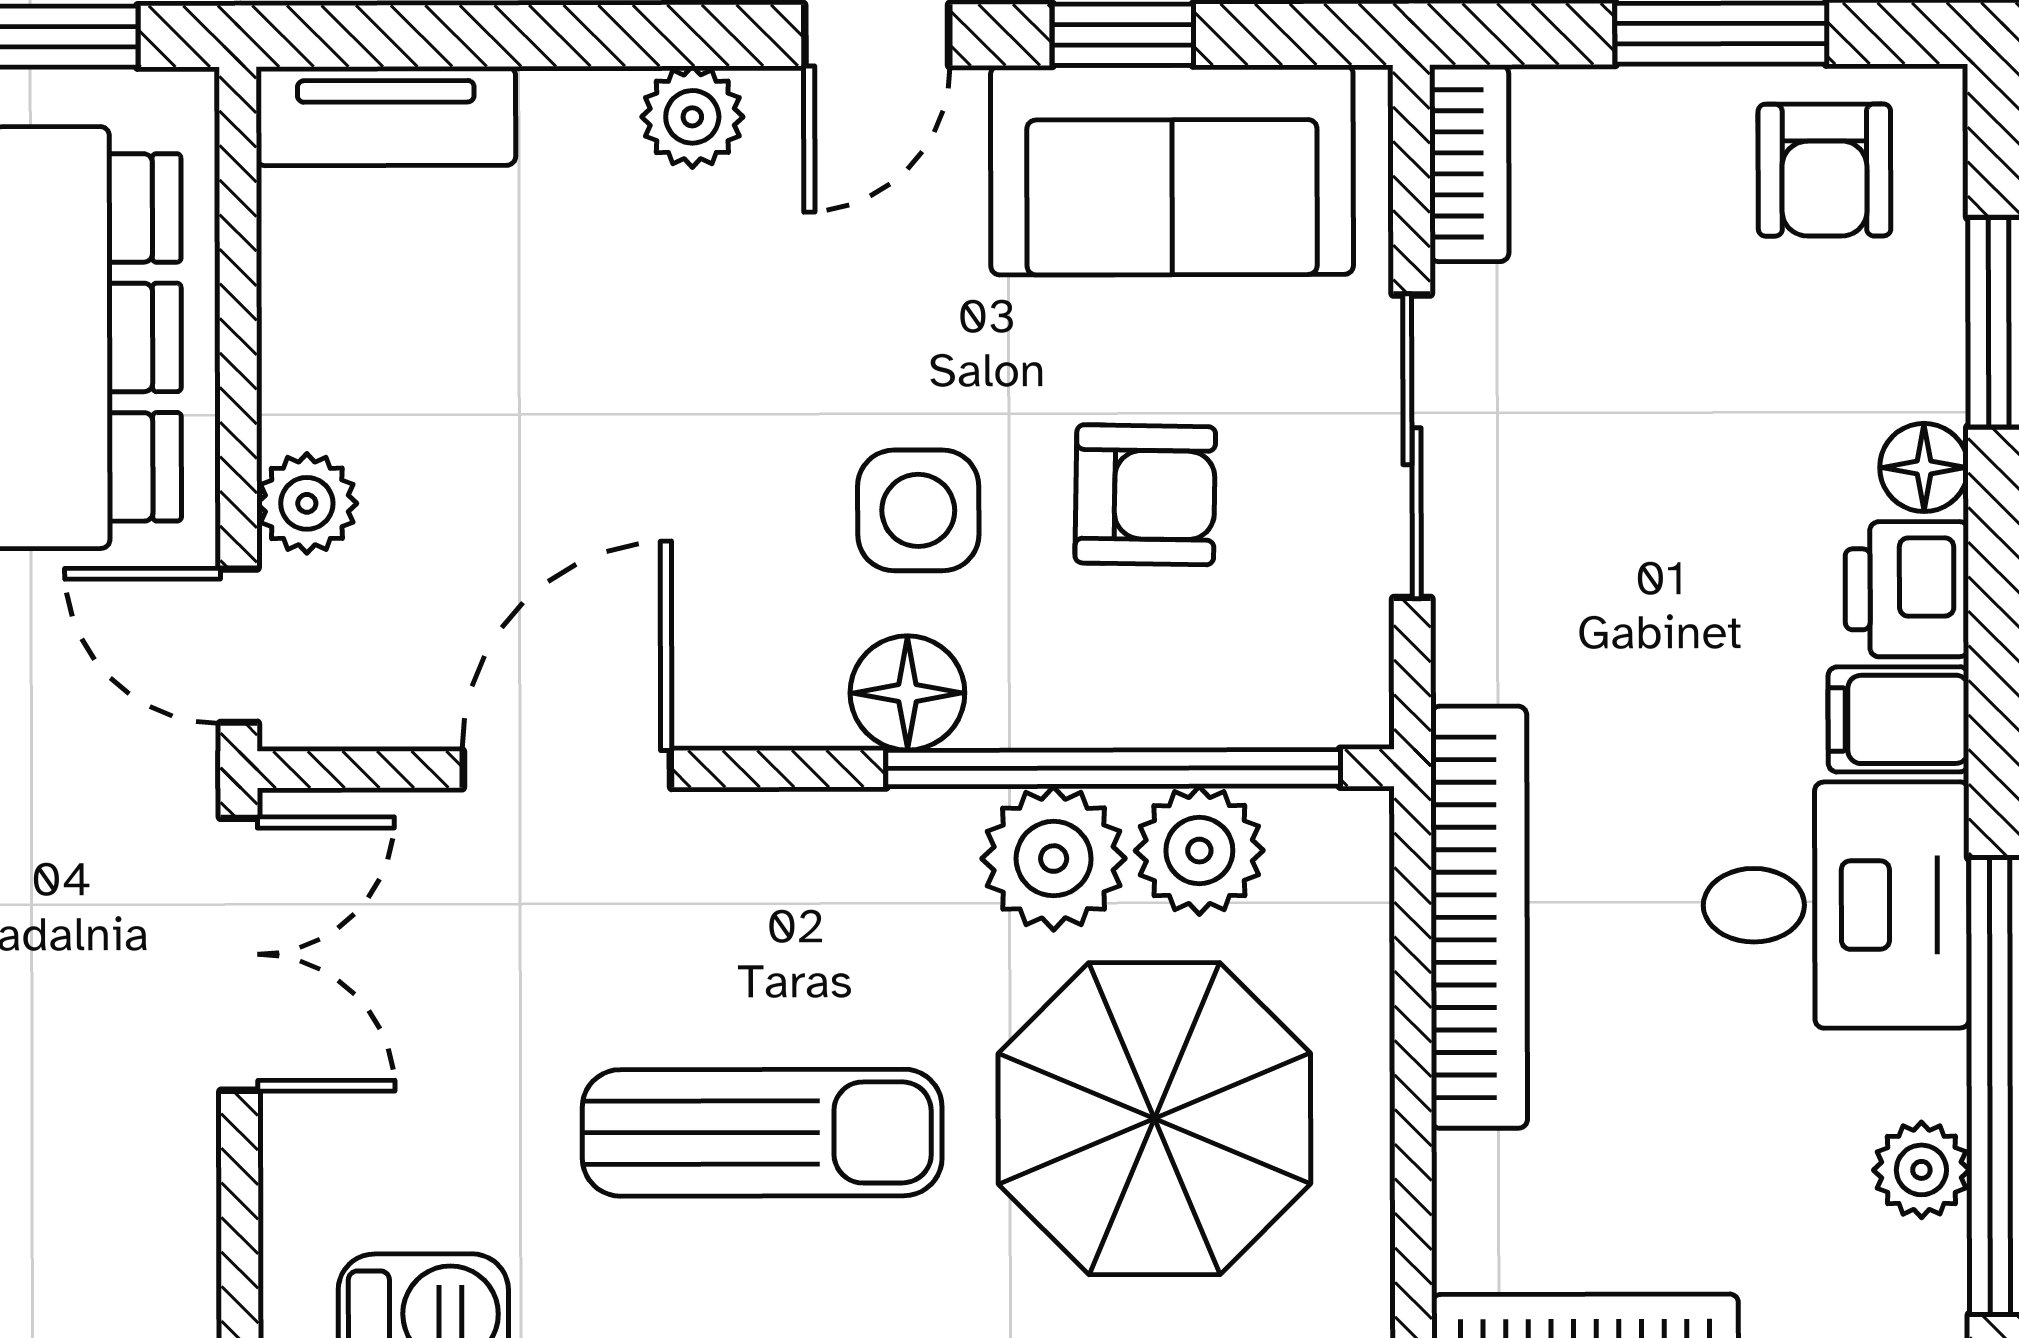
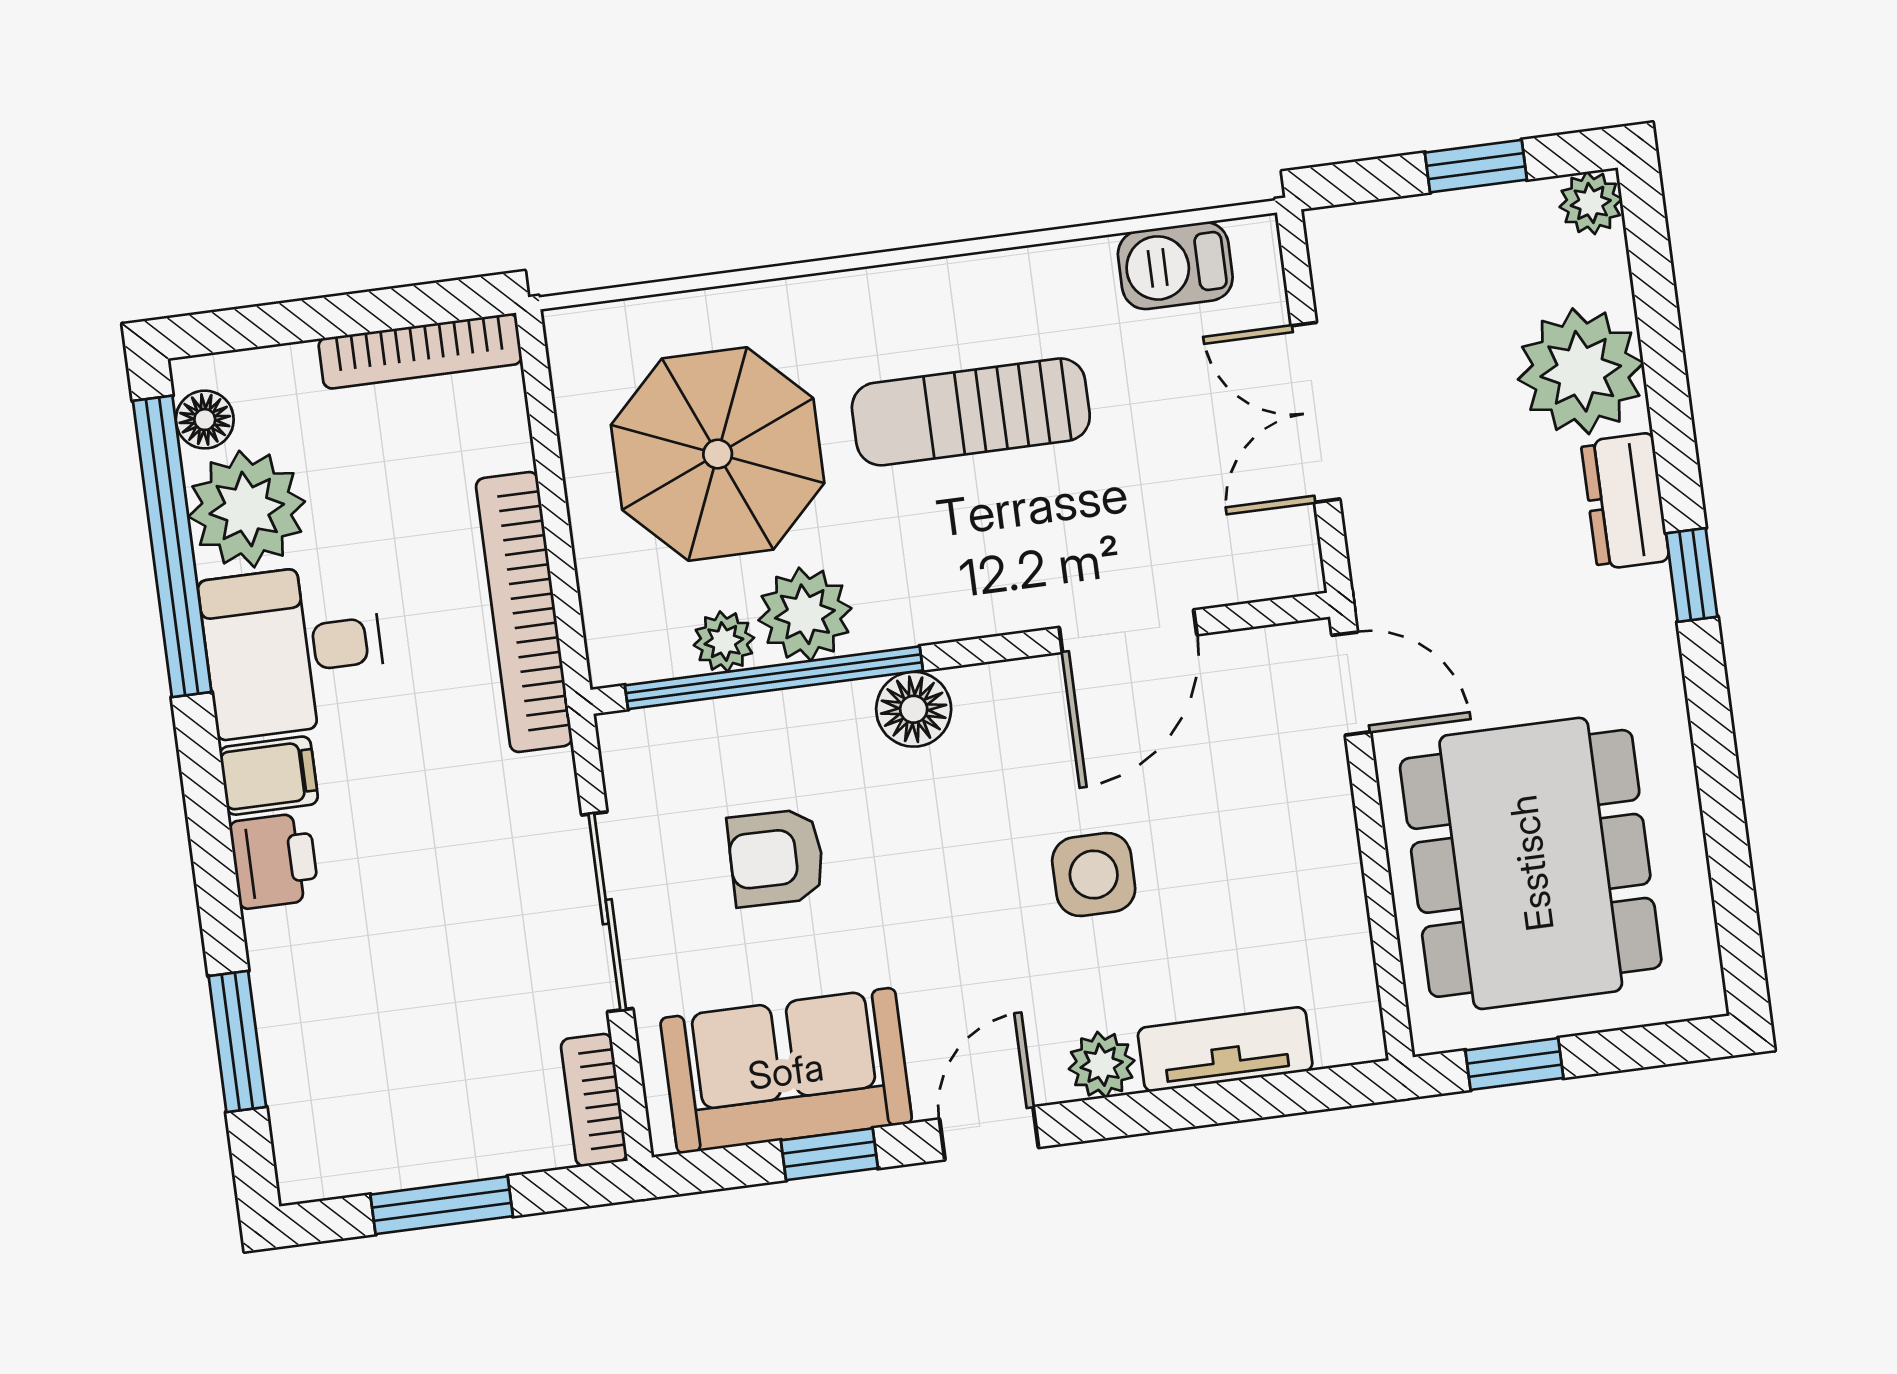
tv unit: (386, 116) -> (1225, 1049), moved
armchair: (1824, 170) -> (363, 1126), removed
floor lamp: (1924, 467) -> (205, 420), moved
plant: (307, 503) -> (1319, 782), removed
side table: (918, 510) -> (1094, 874), moved
plant: (1199, 851) -> (724, 642), width x0.73, depth x0.73
double door: (239, 954) -> (1316, 412), moved
plant: (1921, 1170) -> (247, 509), width x1.87, depth x1.87

